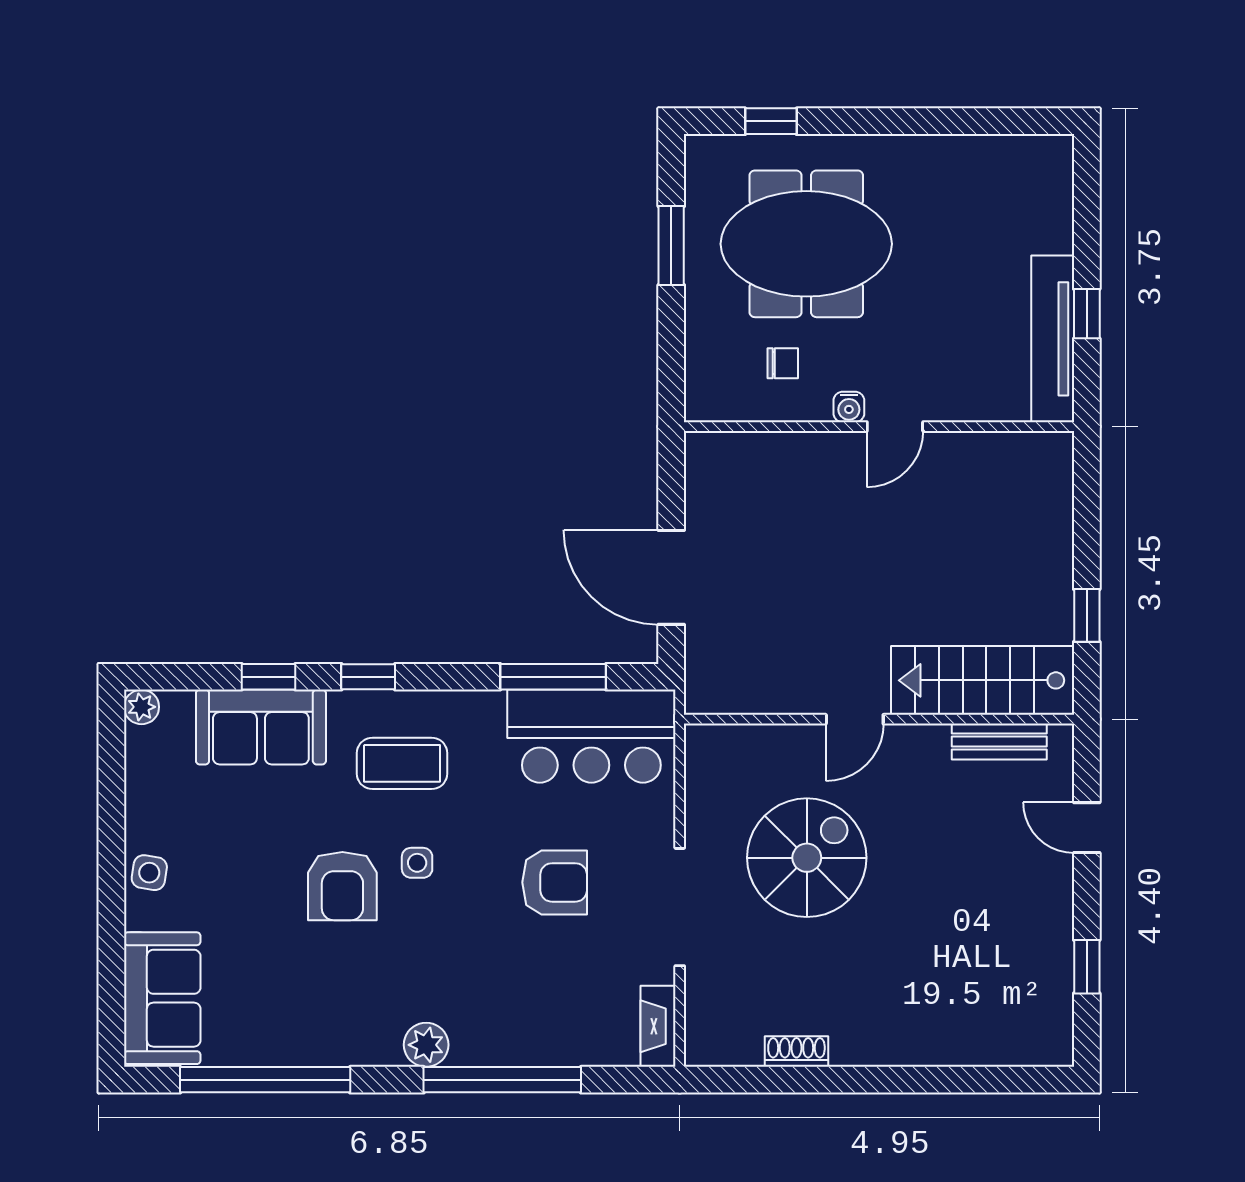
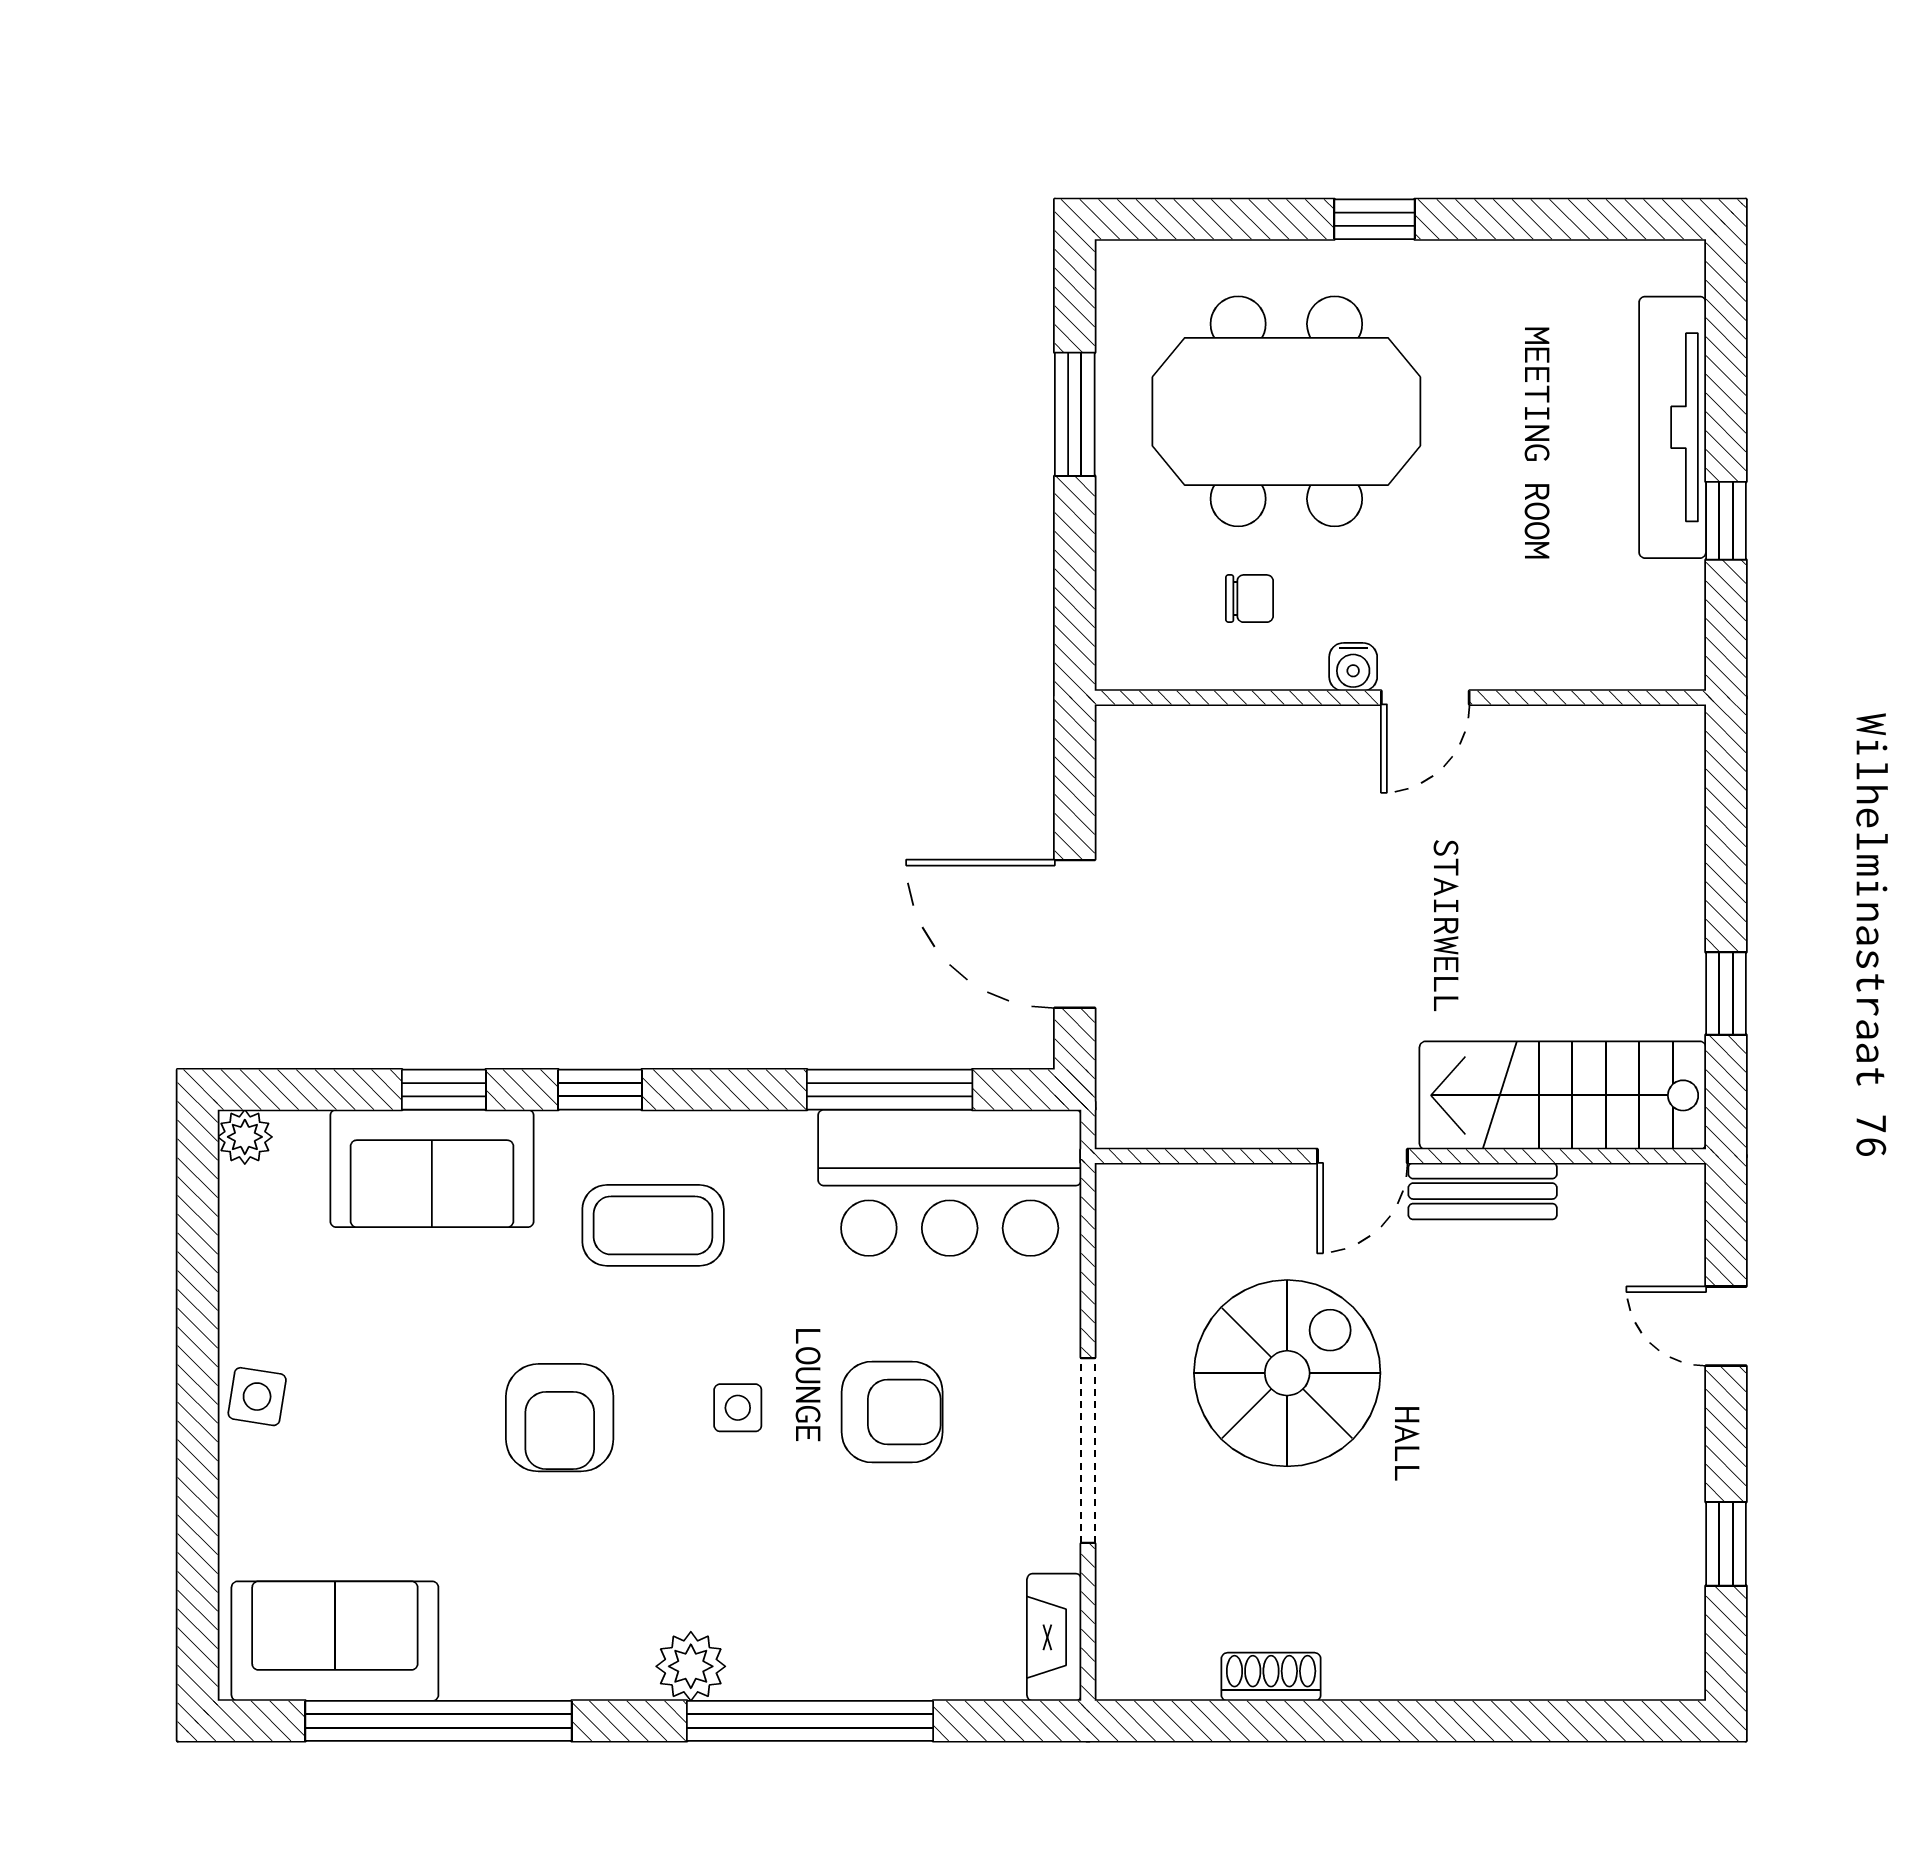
window: (771, 121) -> (1374, 219), moved
tv unit: (1053, 339) -> (1673, 427), moved
bench: (999, 741) -> (1483, 1191), moved
side table: (417, 863) -> (738, 1408), moved
sofa: (162, 998) -> (335, 1641), moved, turned -90

